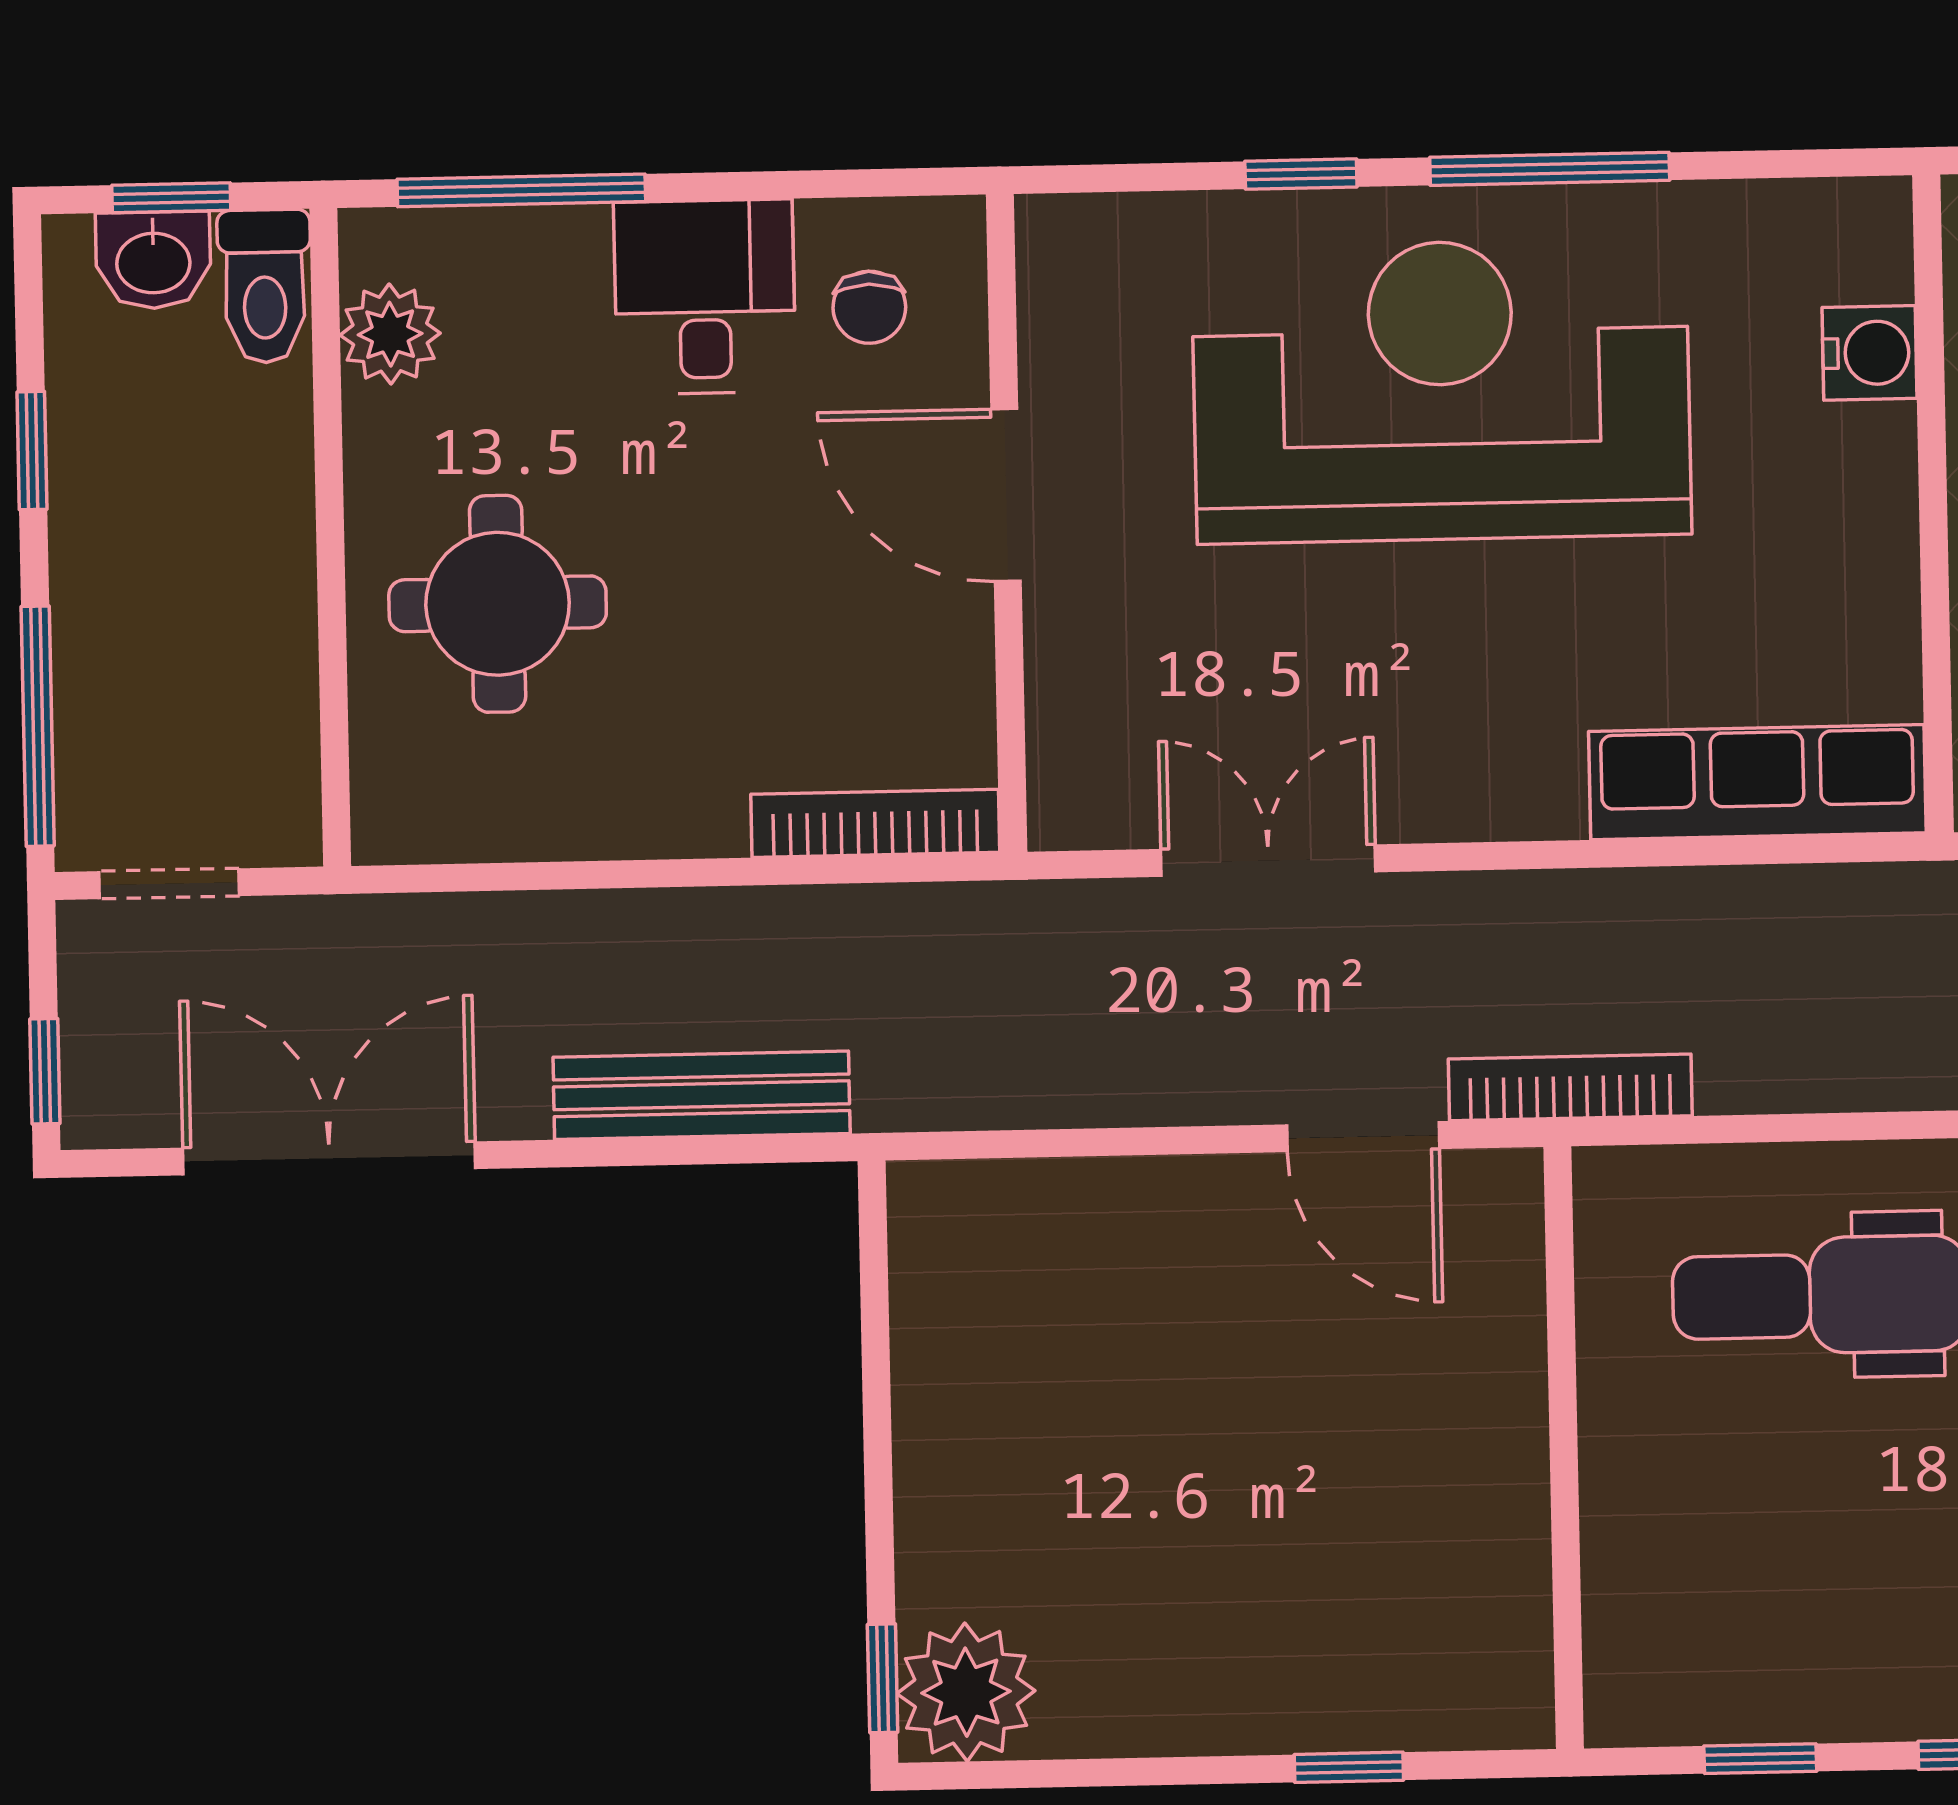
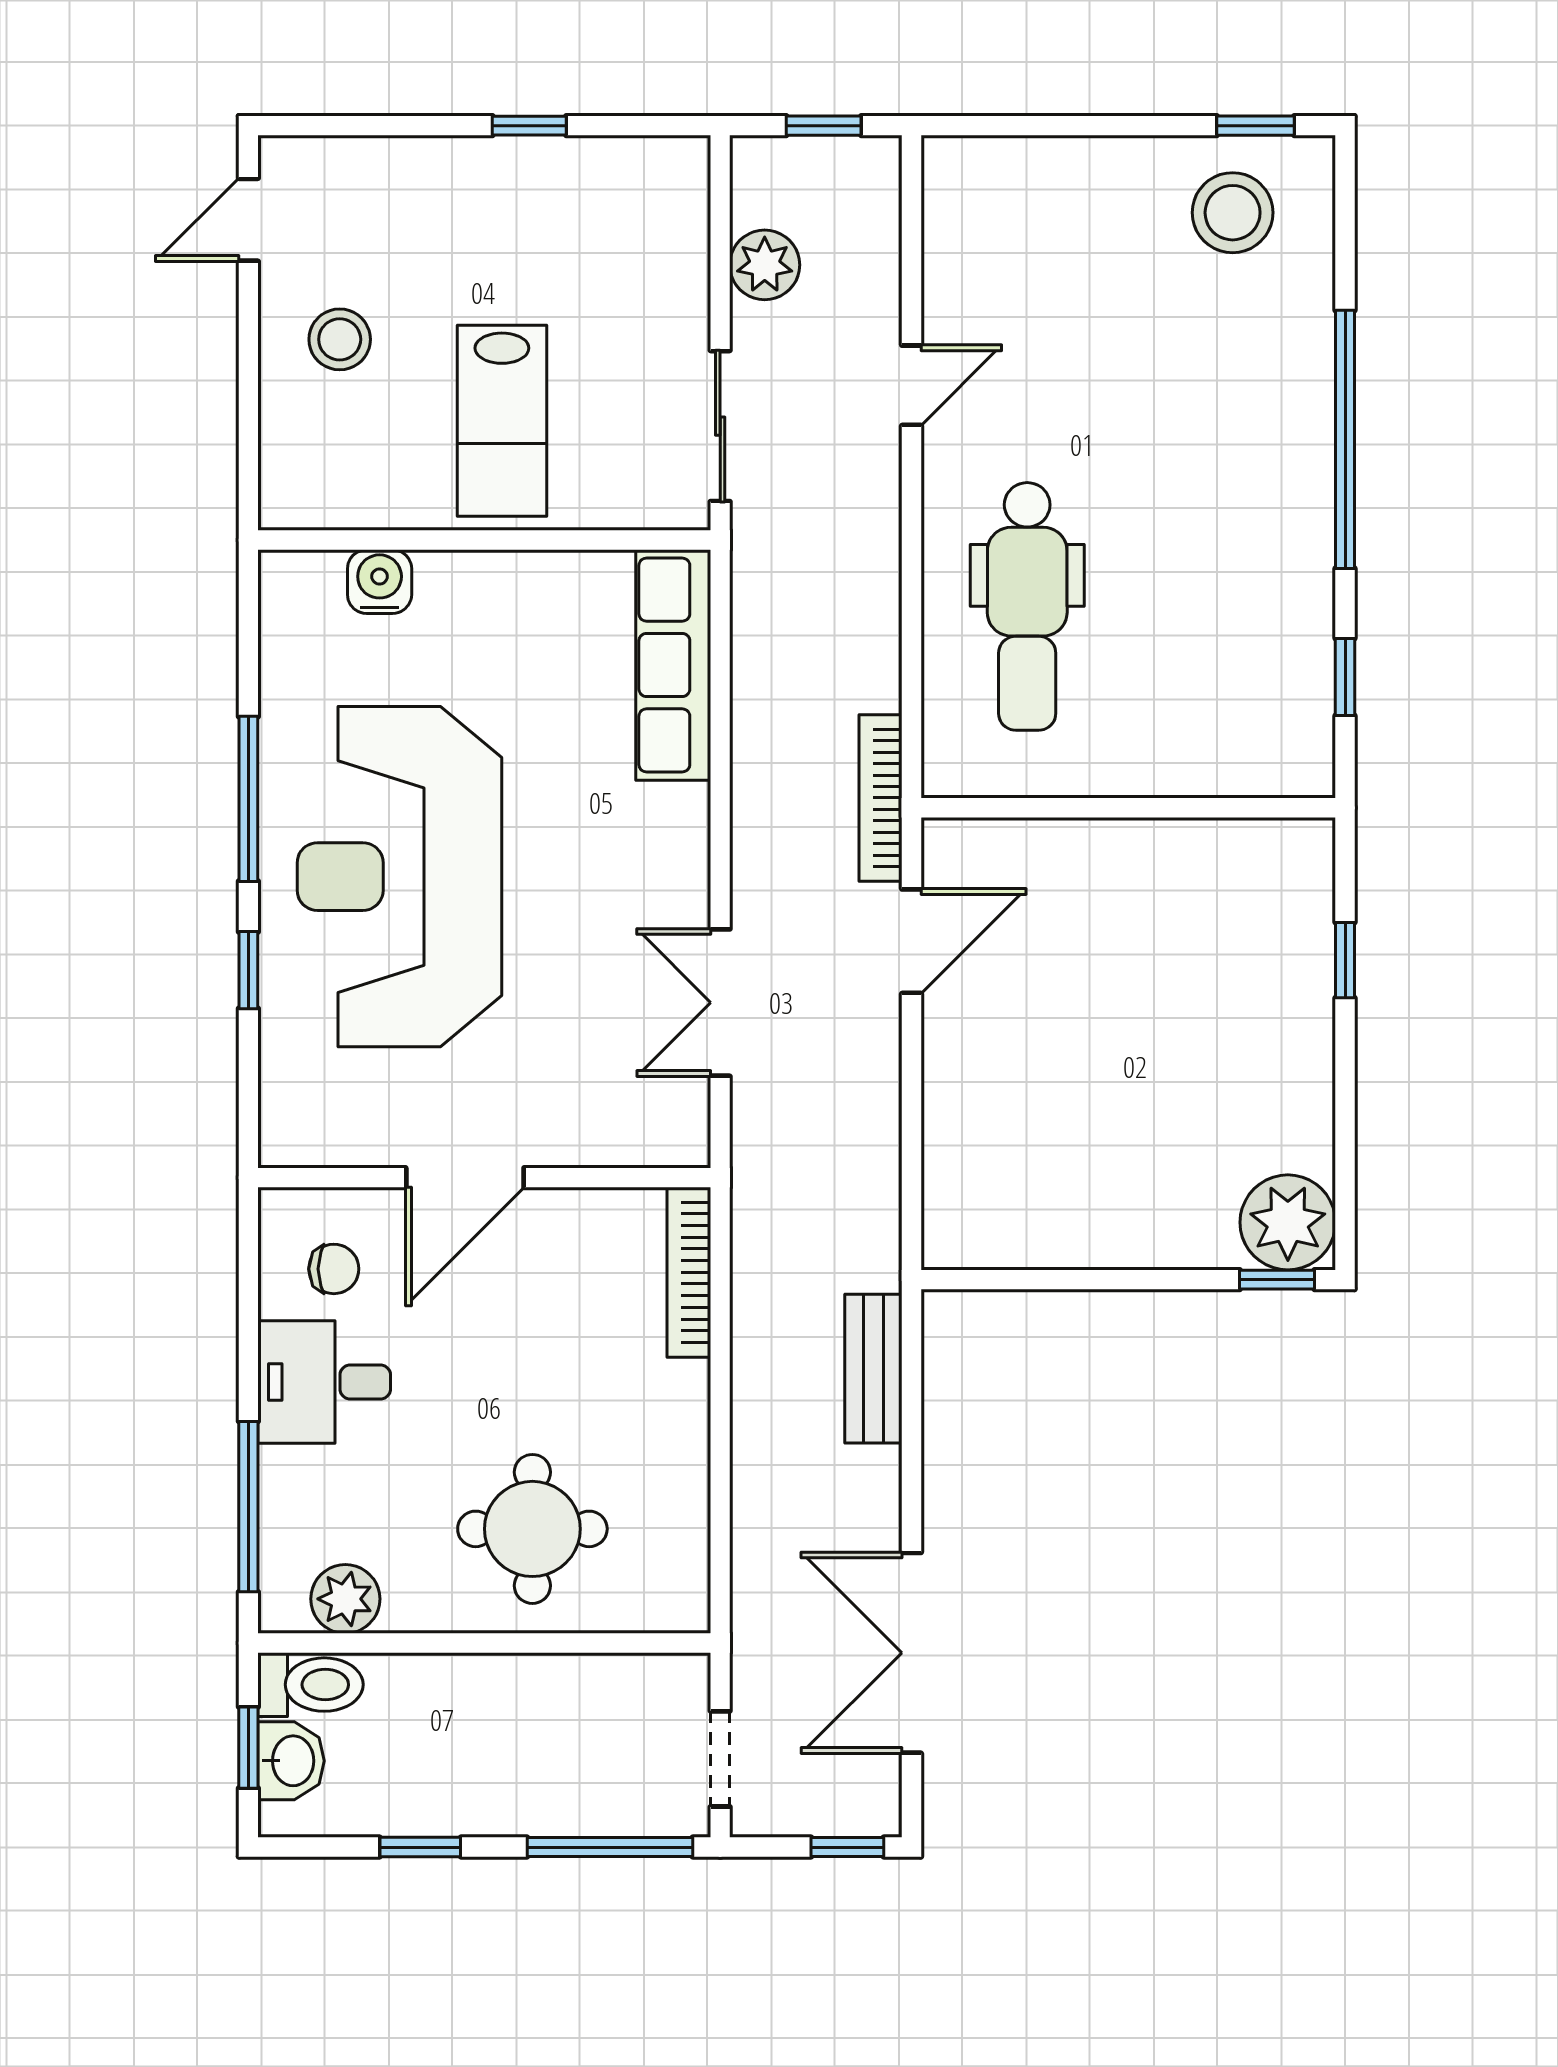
bench: (702, 1095) -> (873, 1369), width x0.73

